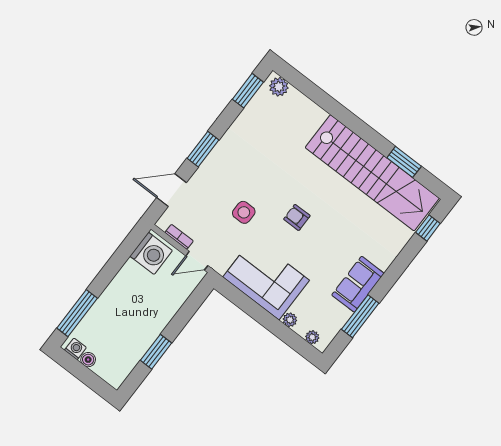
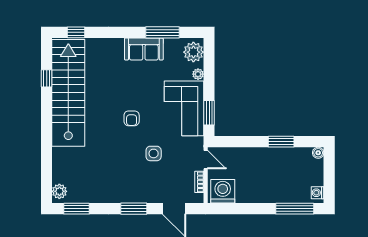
window: (404, 162) -> (47, 78), width x0.67
window: (242, 301) -> (209, 113), added
plant: (312, 337) -> (193, 52), width x1.88, depth x1.88
boiler: (88, 360) -> (318, 153), moved

